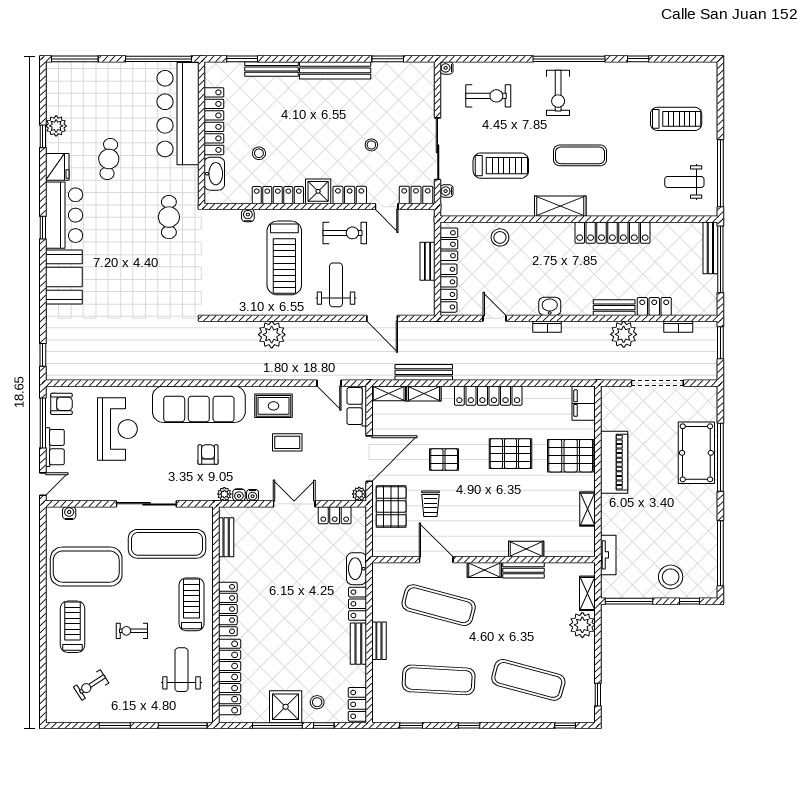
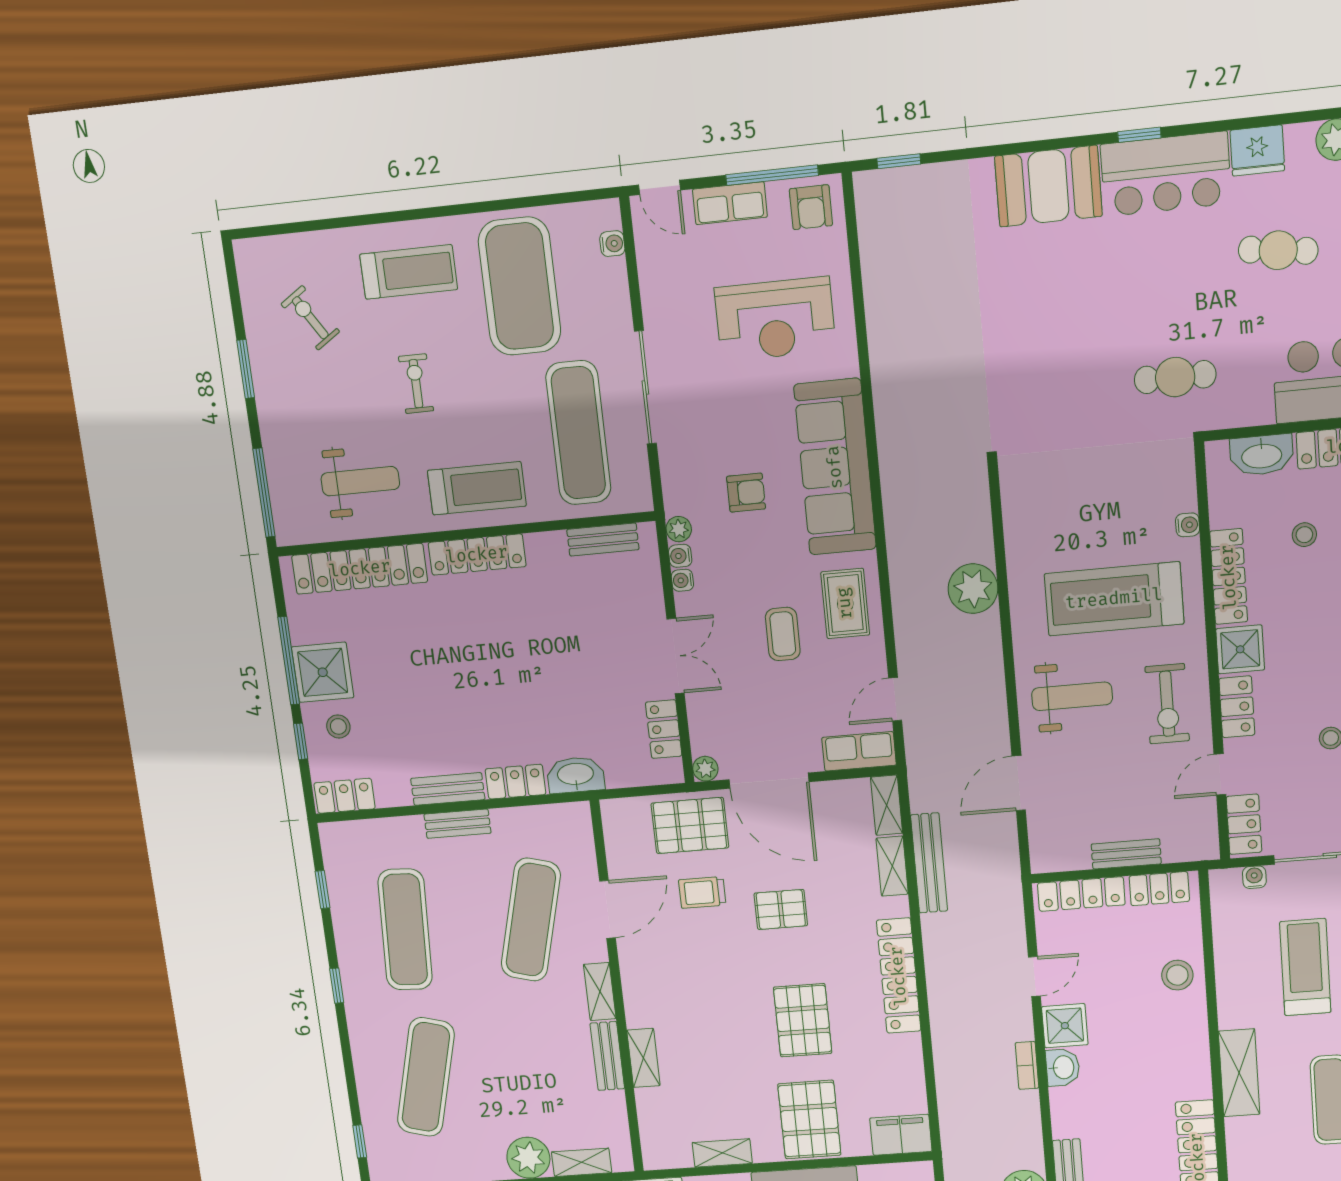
window: (43, 136) -> (1315, 115), removed
treadmill: (501, 166) -> (1305, 967), turned 180
shower: (525, 303) -> (1065, 1026), added
pallet: (444, 460) -> (781, 909), turned 90

